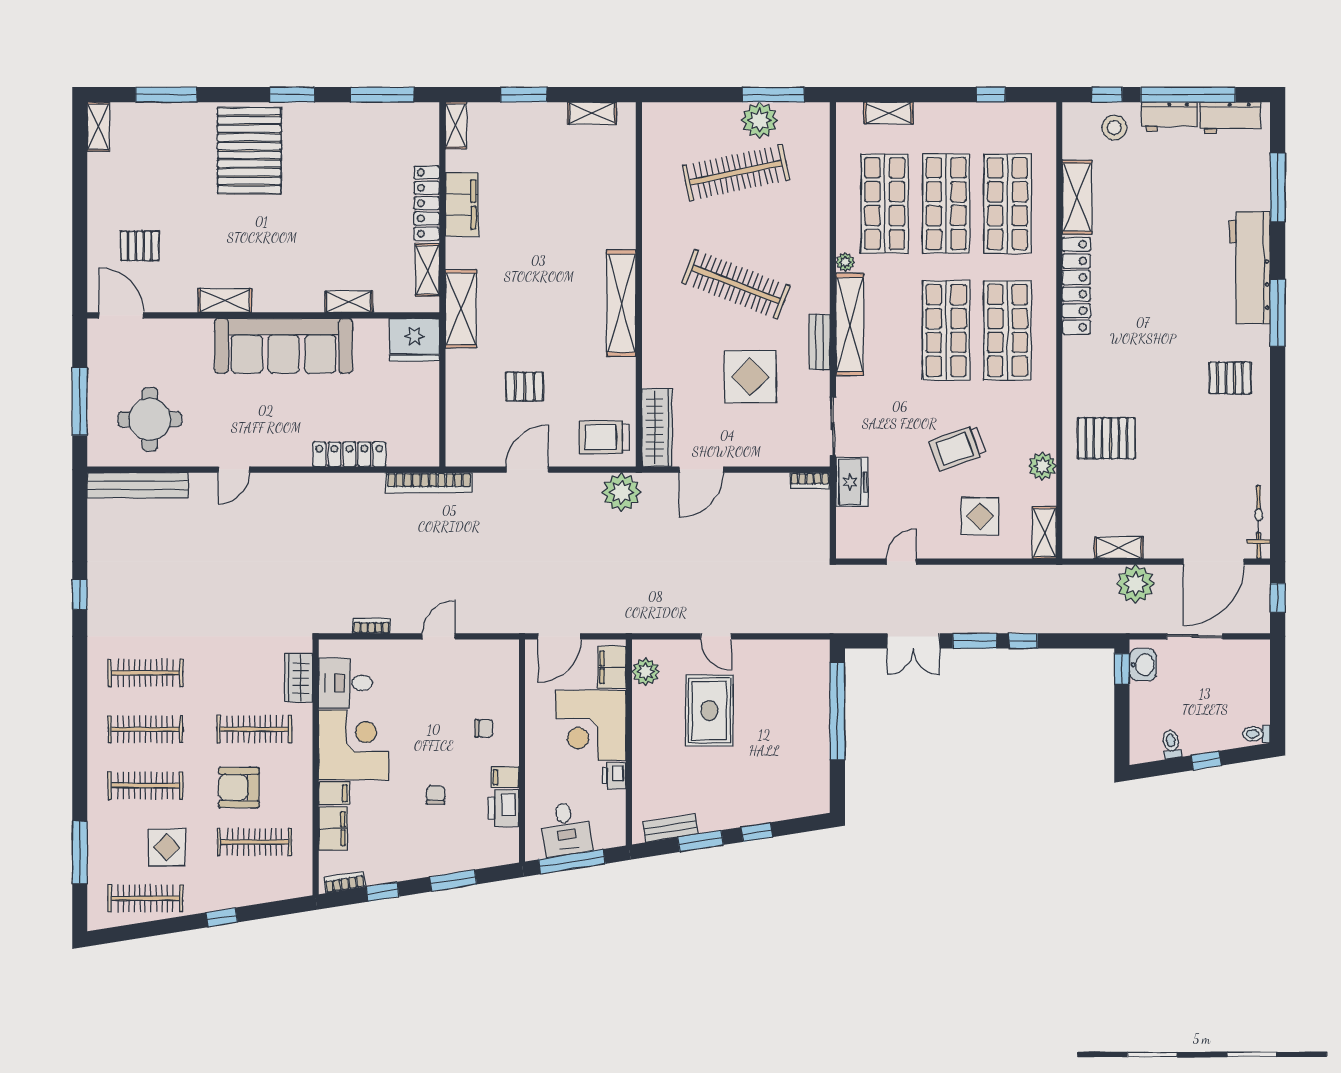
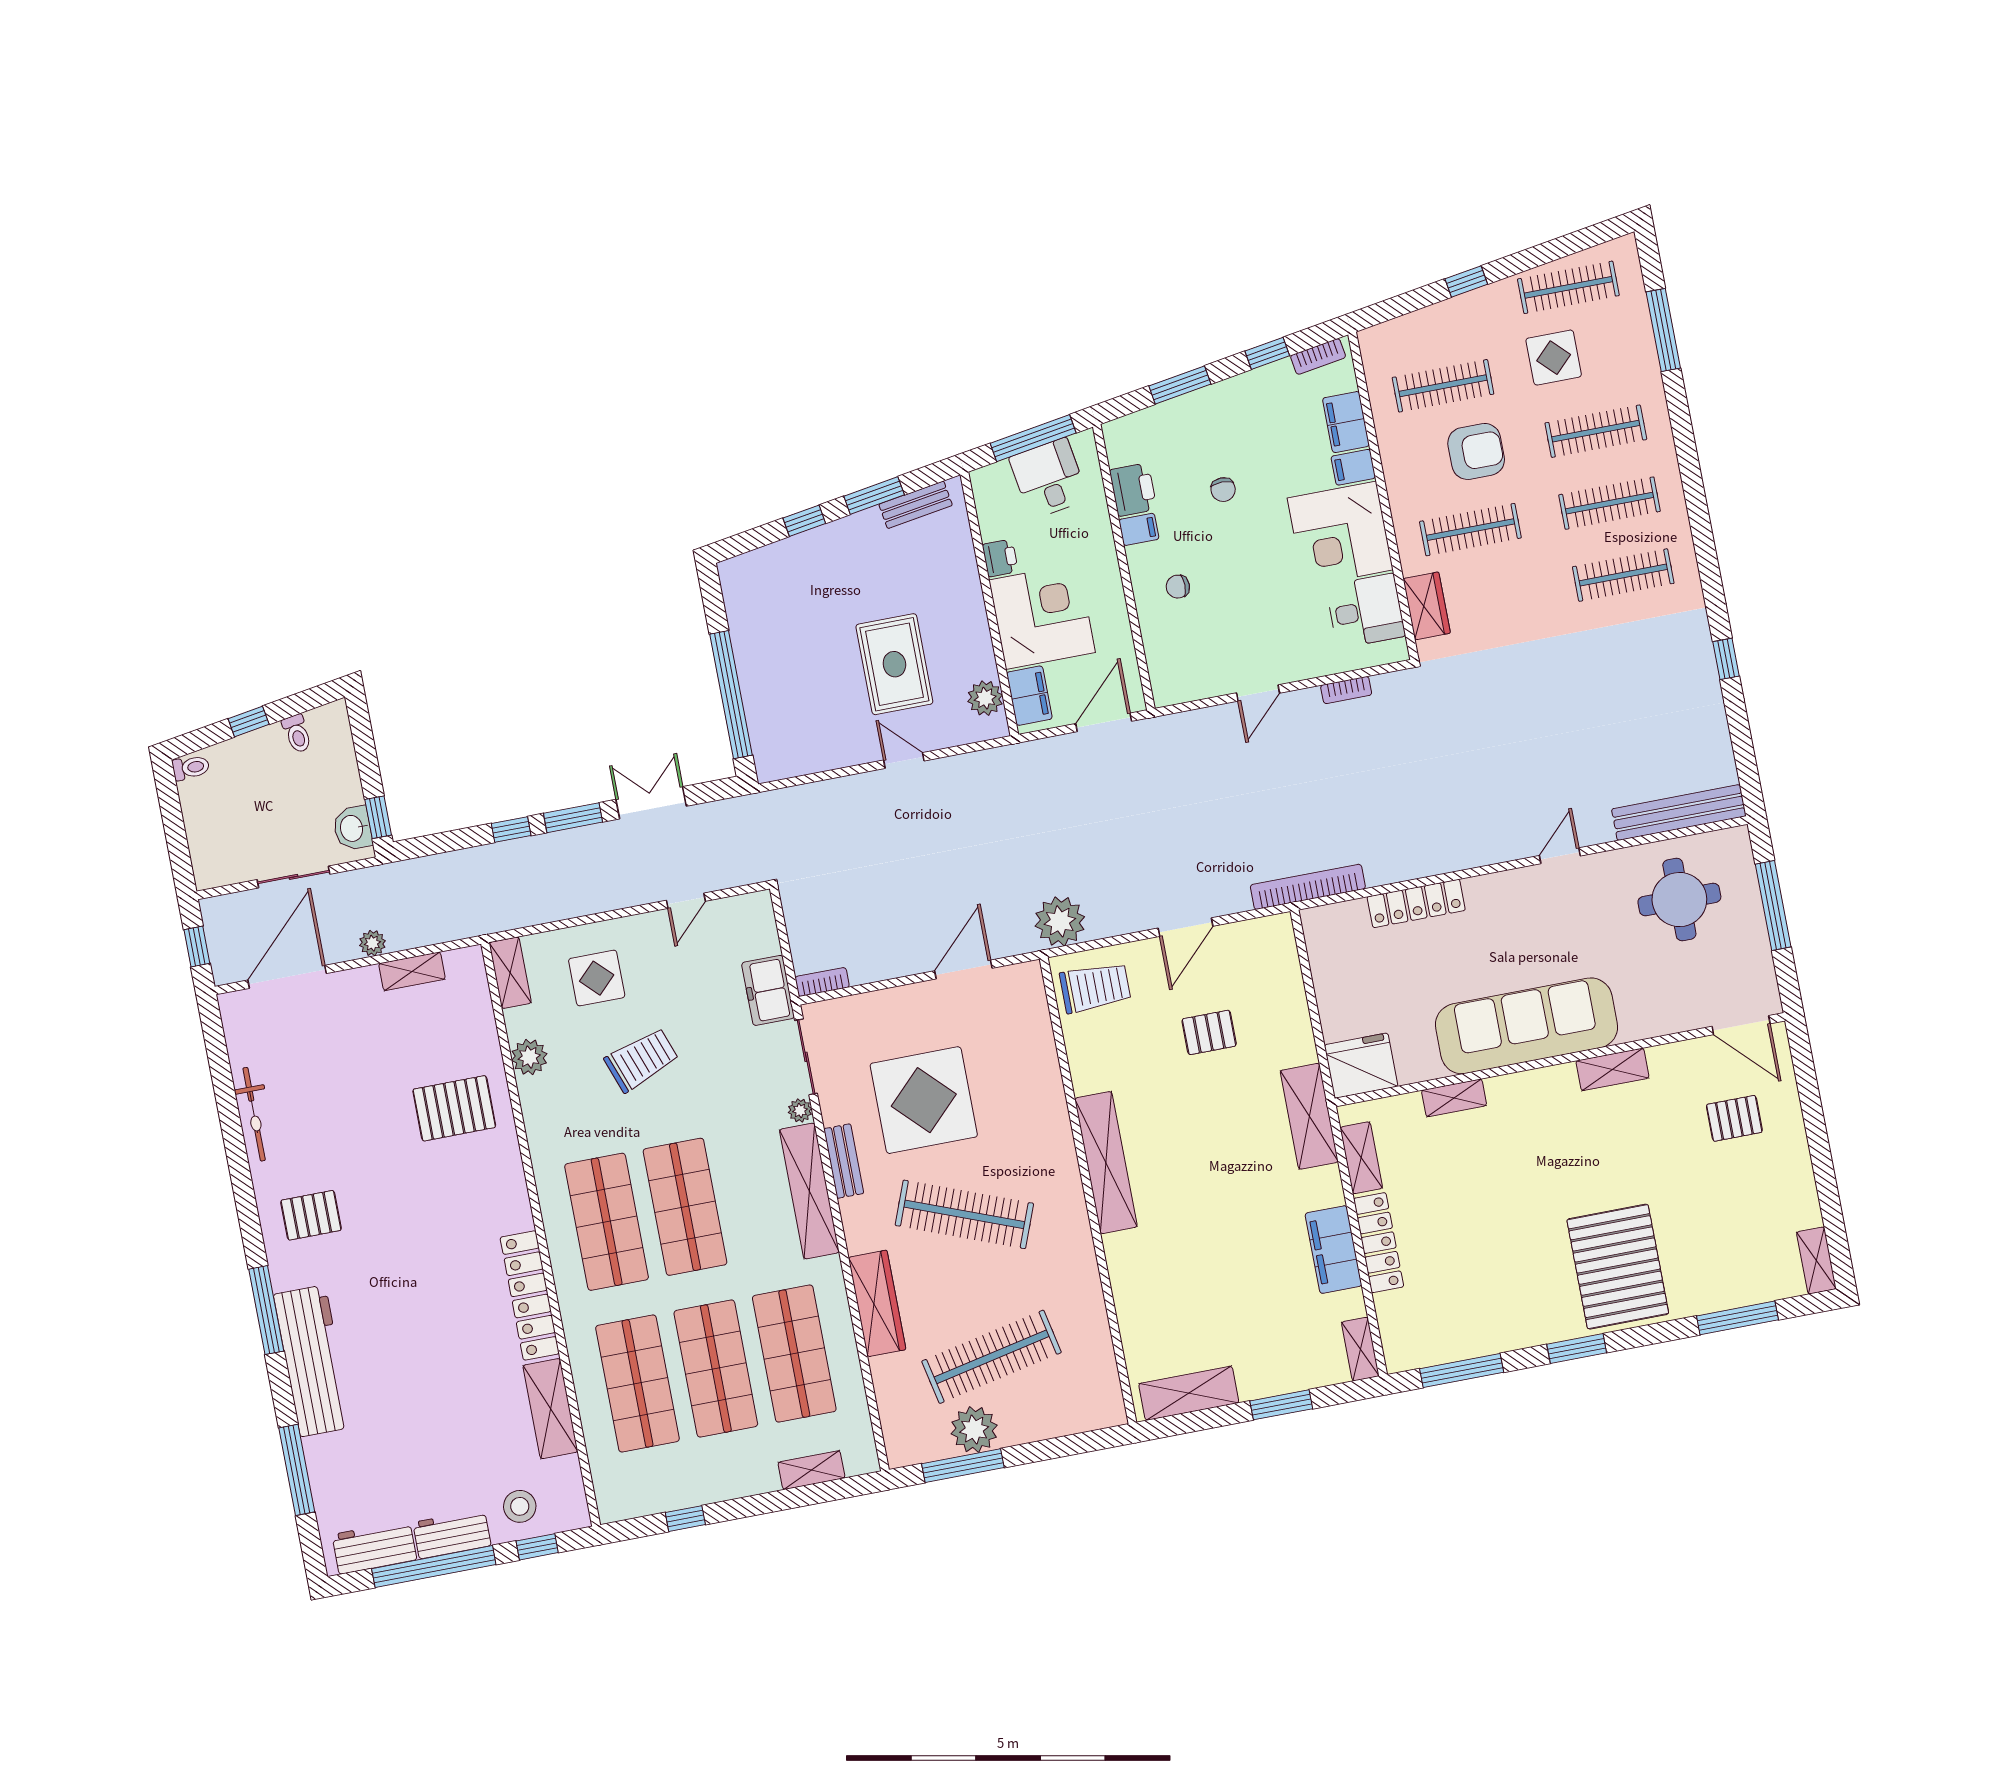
shelving: (592, 113) -> (1189, 1393), width x1.50, depth x1.33
plant: (845, 262) -> (800, 1110), moved
display table: (750, 377) -> (924, 1100), width x1.36, depth x1.36
wardrobe: (657, 428) -> (877, 1303), moved, turned 180
bicycle: (1259, 522) -> (254, 1114), moved
plant: (1135, 584) -> (372, 943), width x0.53, depth x0.53

